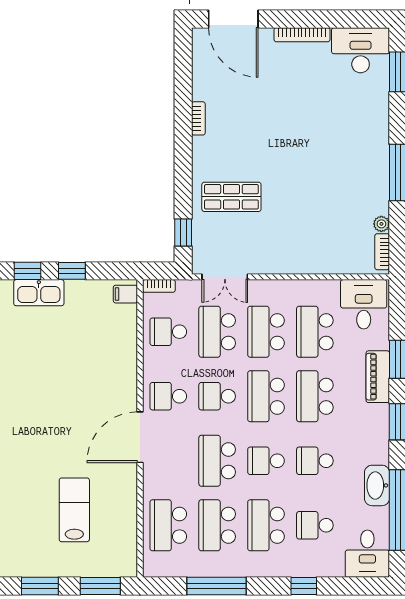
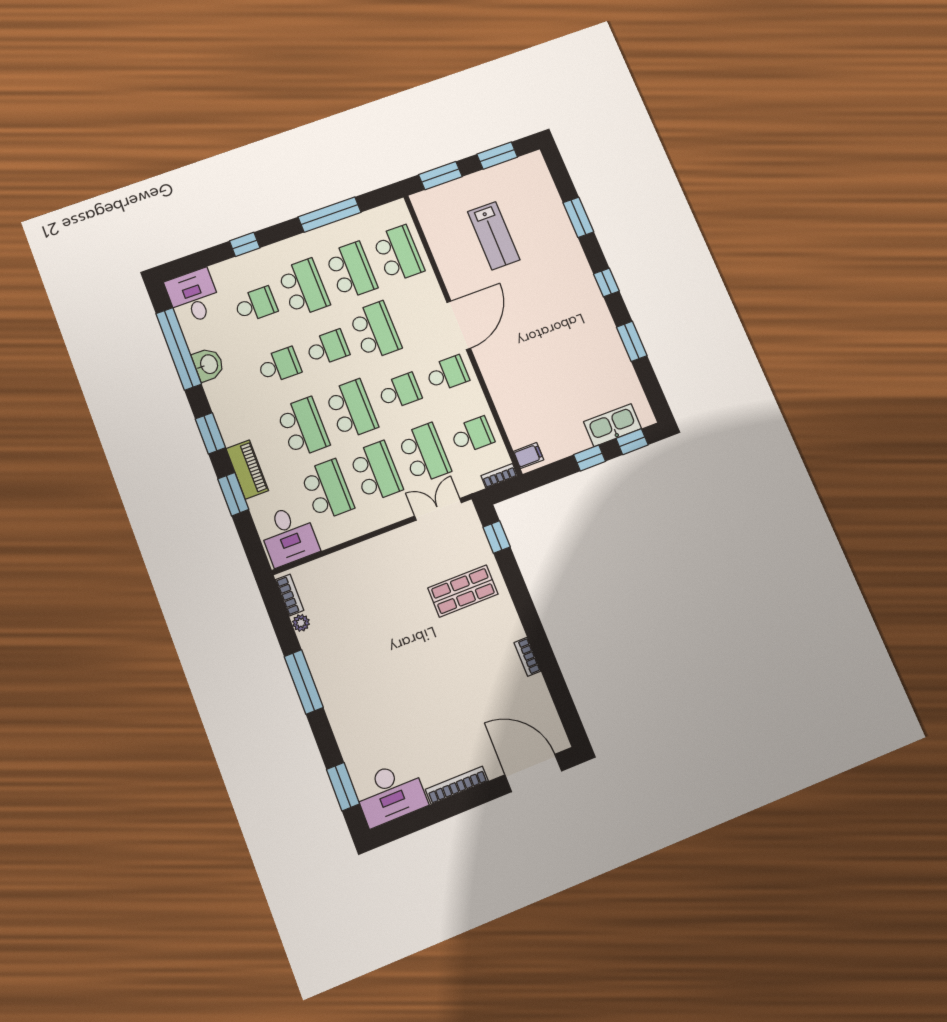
washbasin: (377, 485) -> (208, 364), width x0.72

